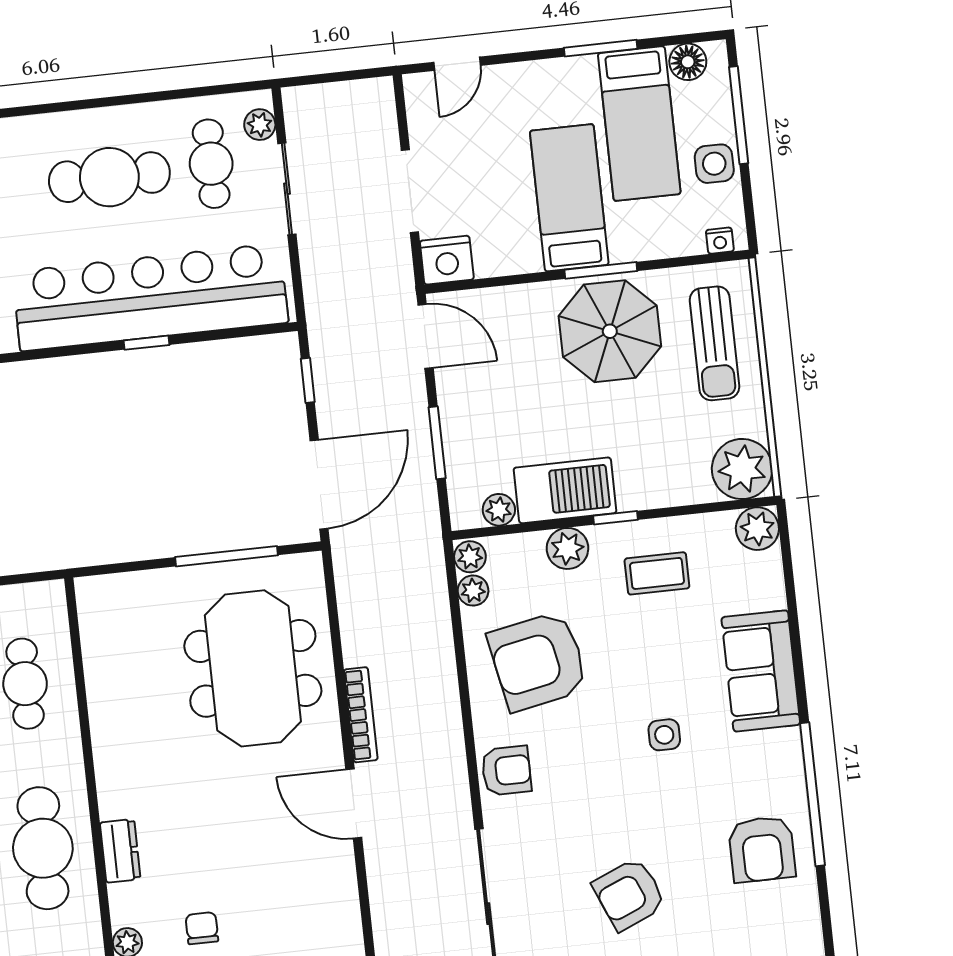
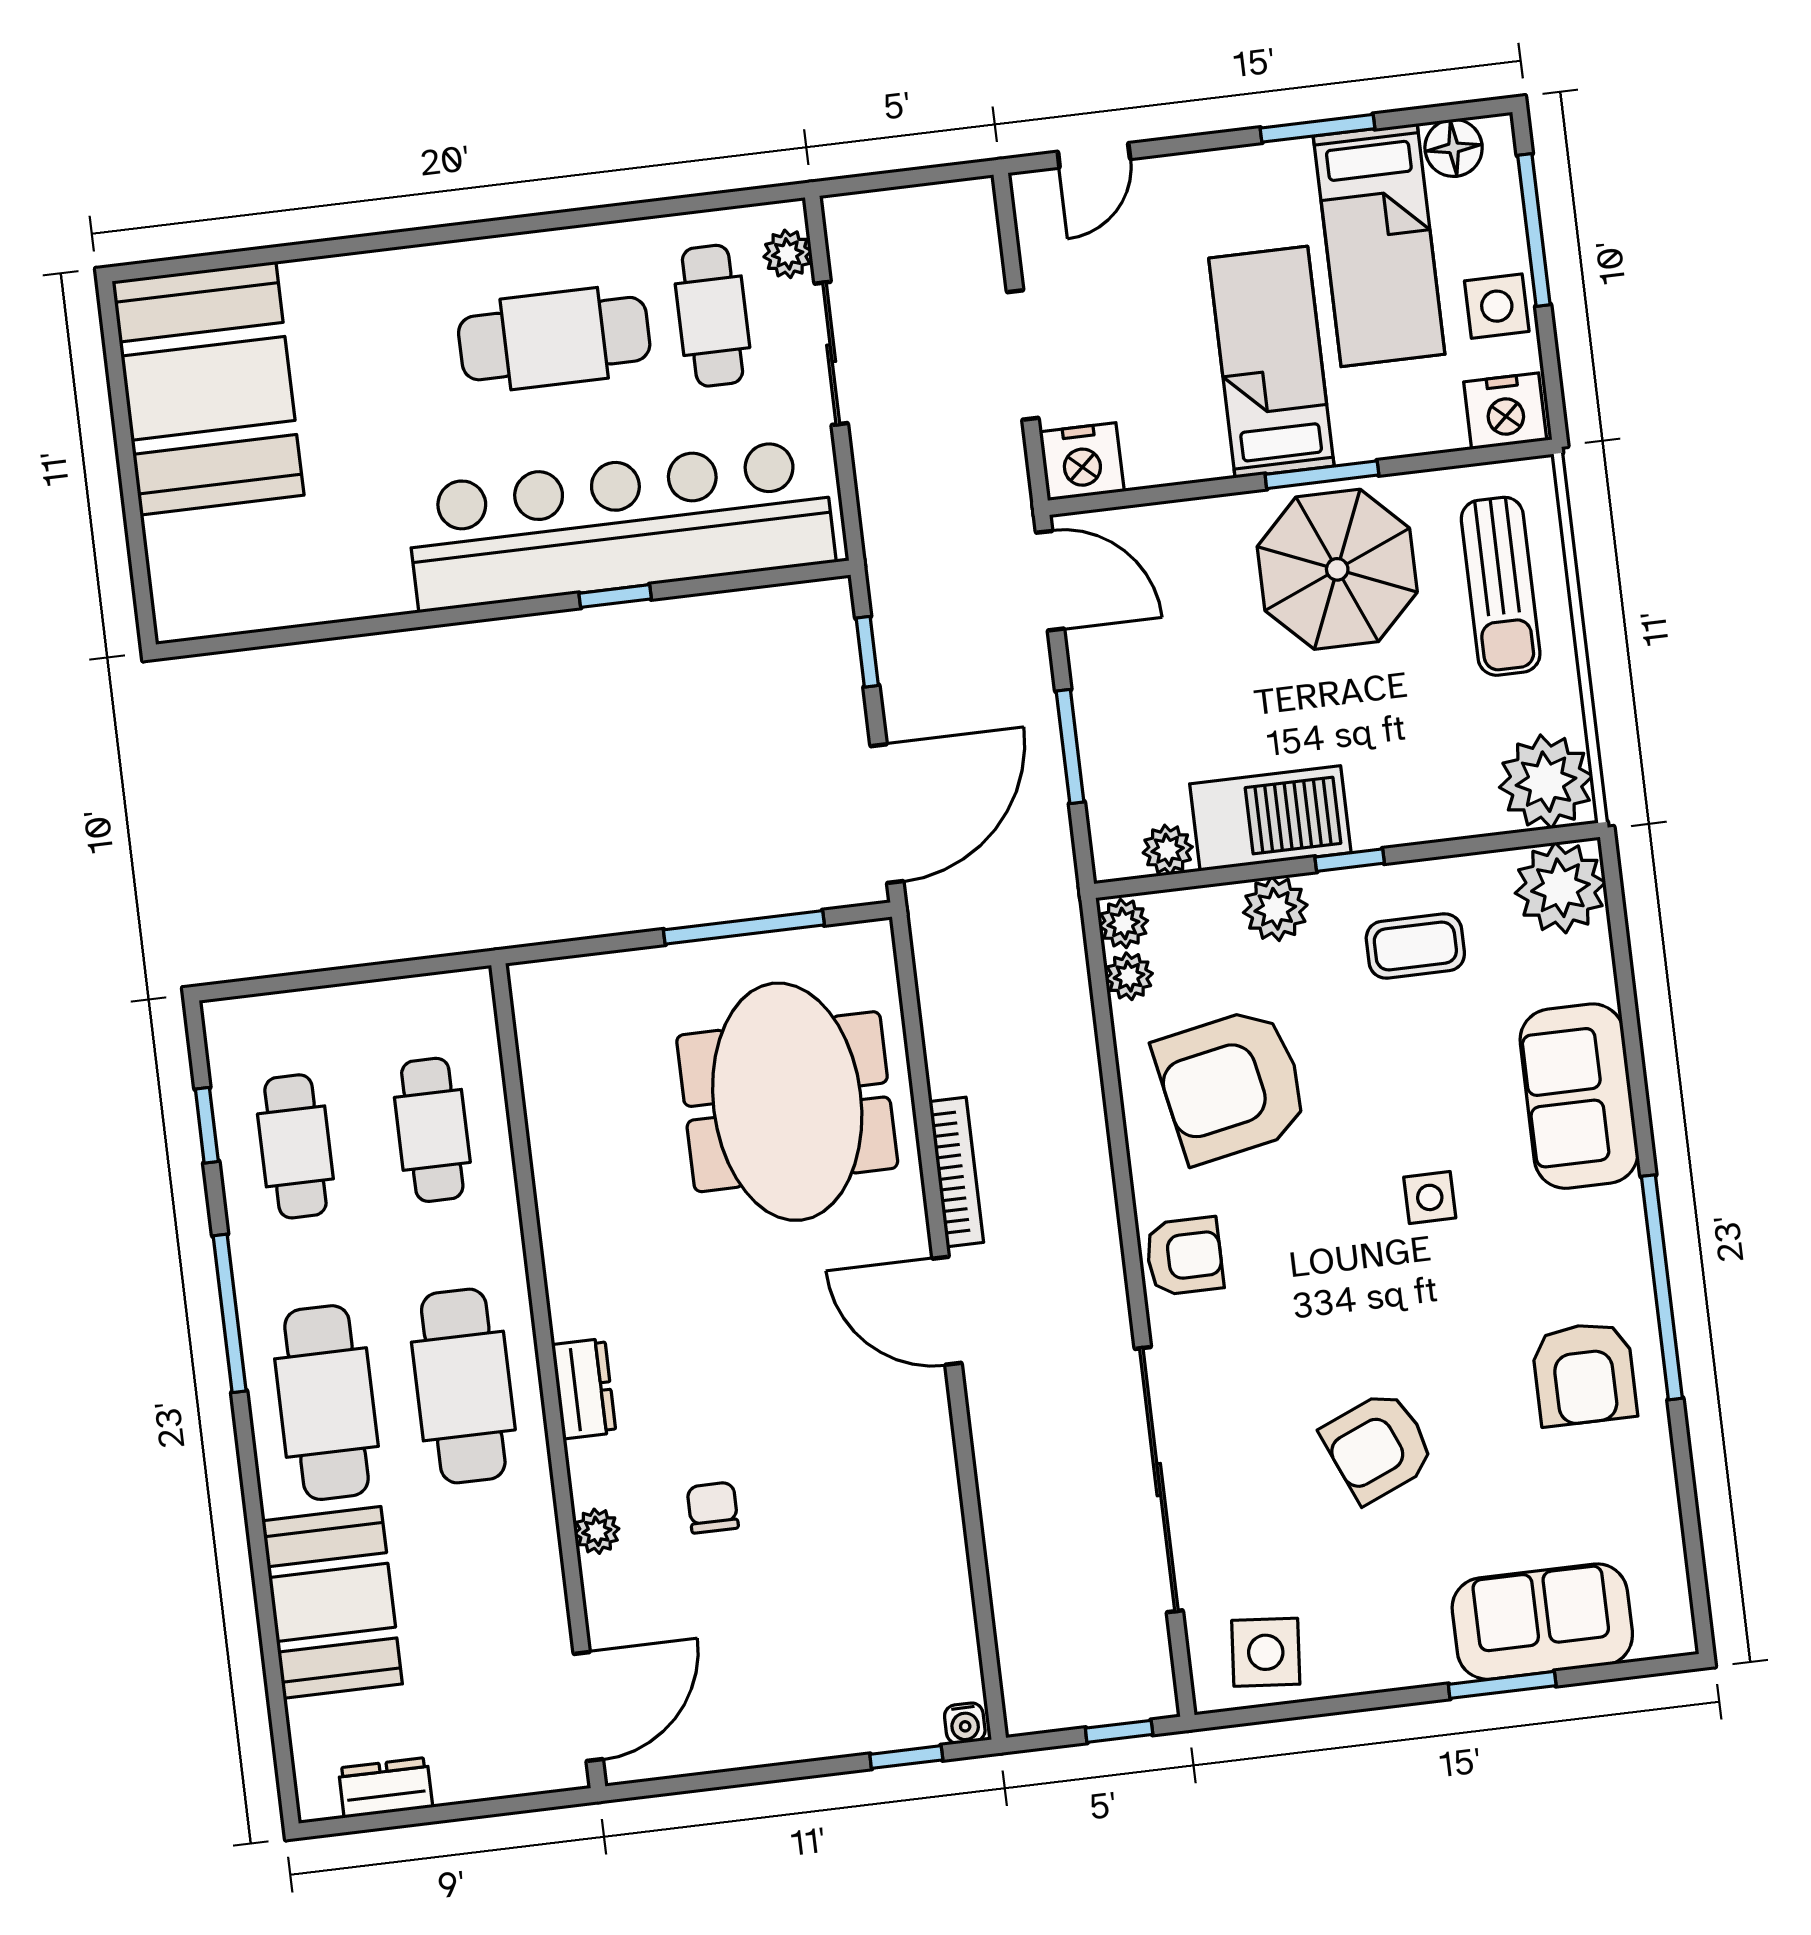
nightstand: (720, 241) -> (1505, 411), width x1.89, depth x1.79
plant: (757, 529) -> (1560, 888), width x1.36, depth x1.36

